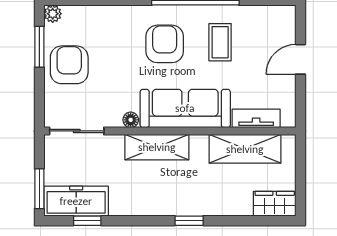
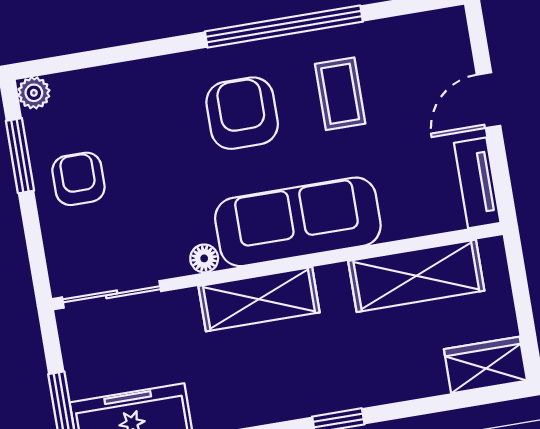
armchair: (69, 65) -> (78, 179), width x0.72, depth x0.72
tv unit: (256, 118) -> (477, 183), moved, turned -90

